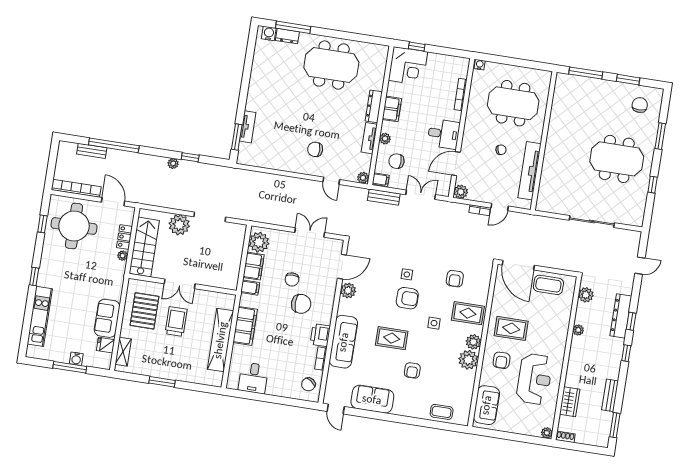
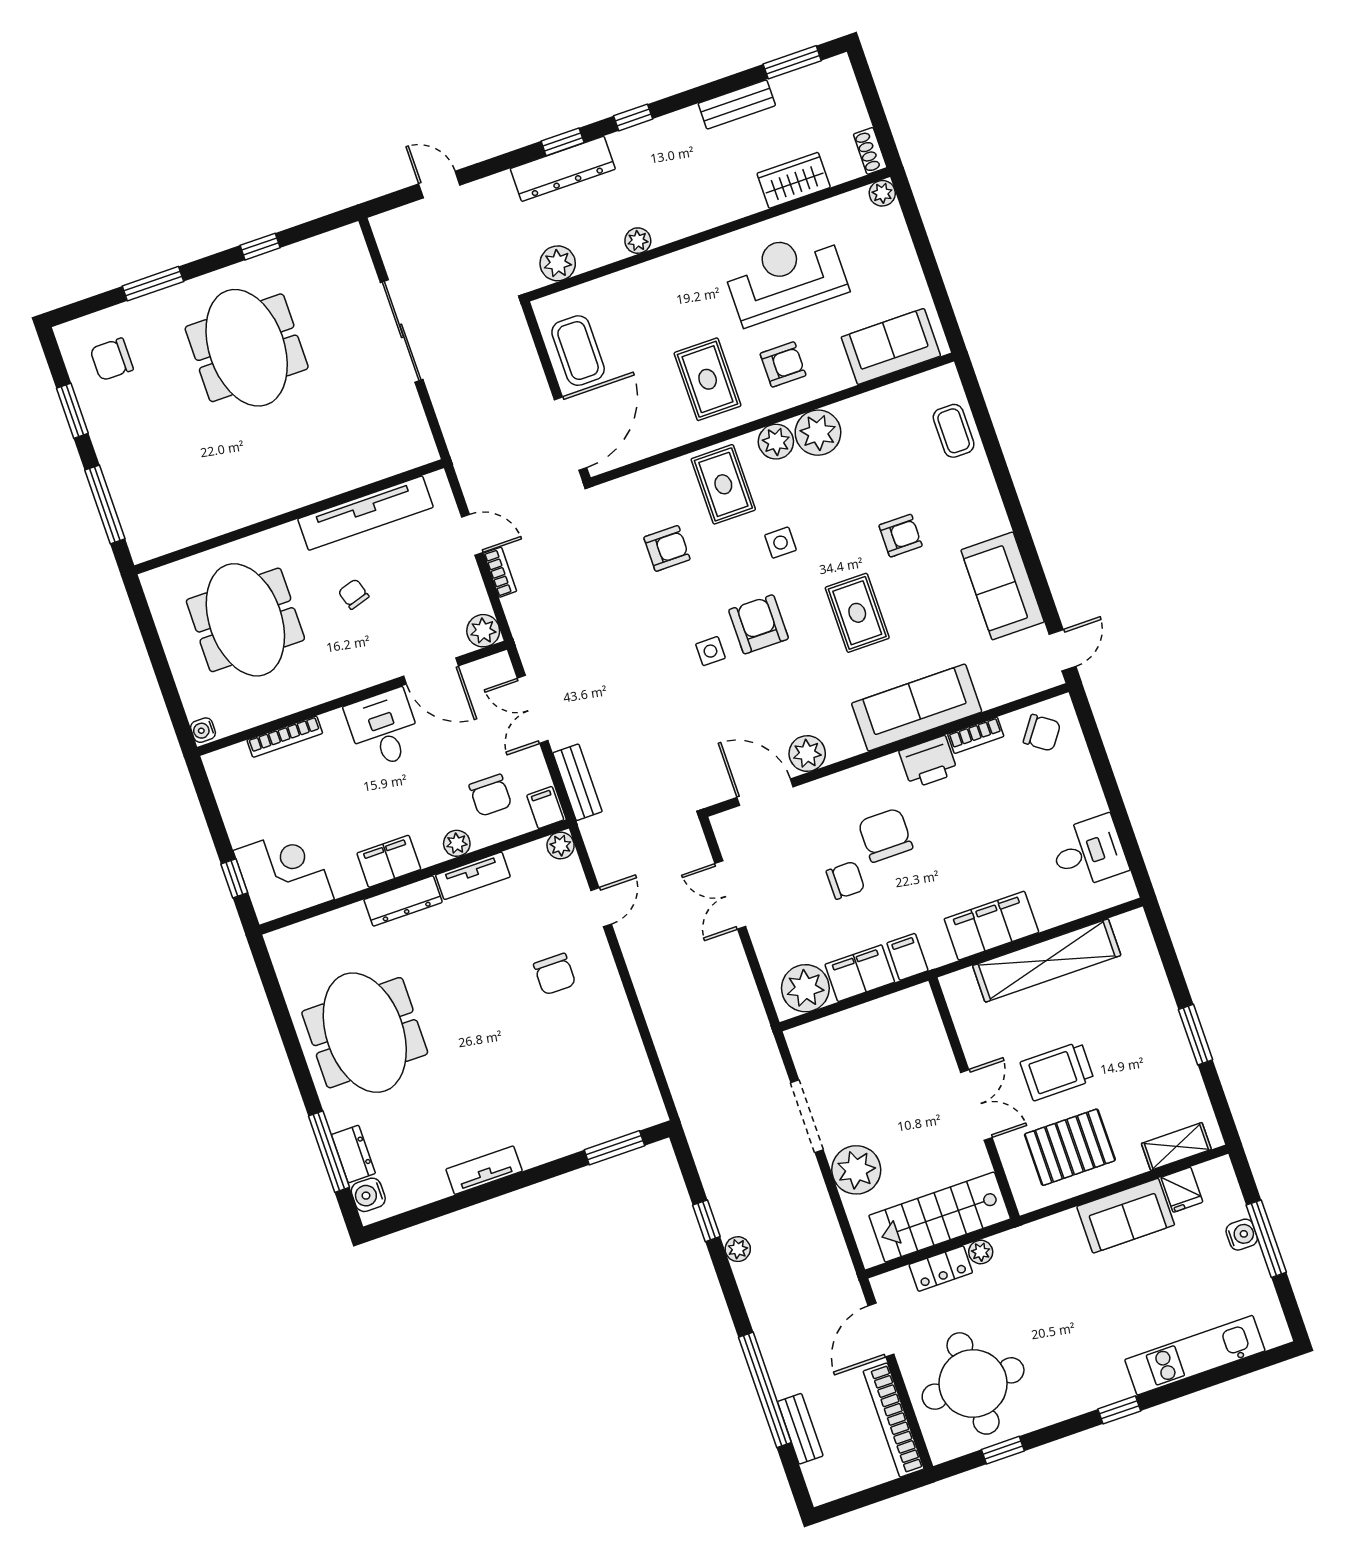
tv unit: (248, 127) -> (484, 1170), moved

